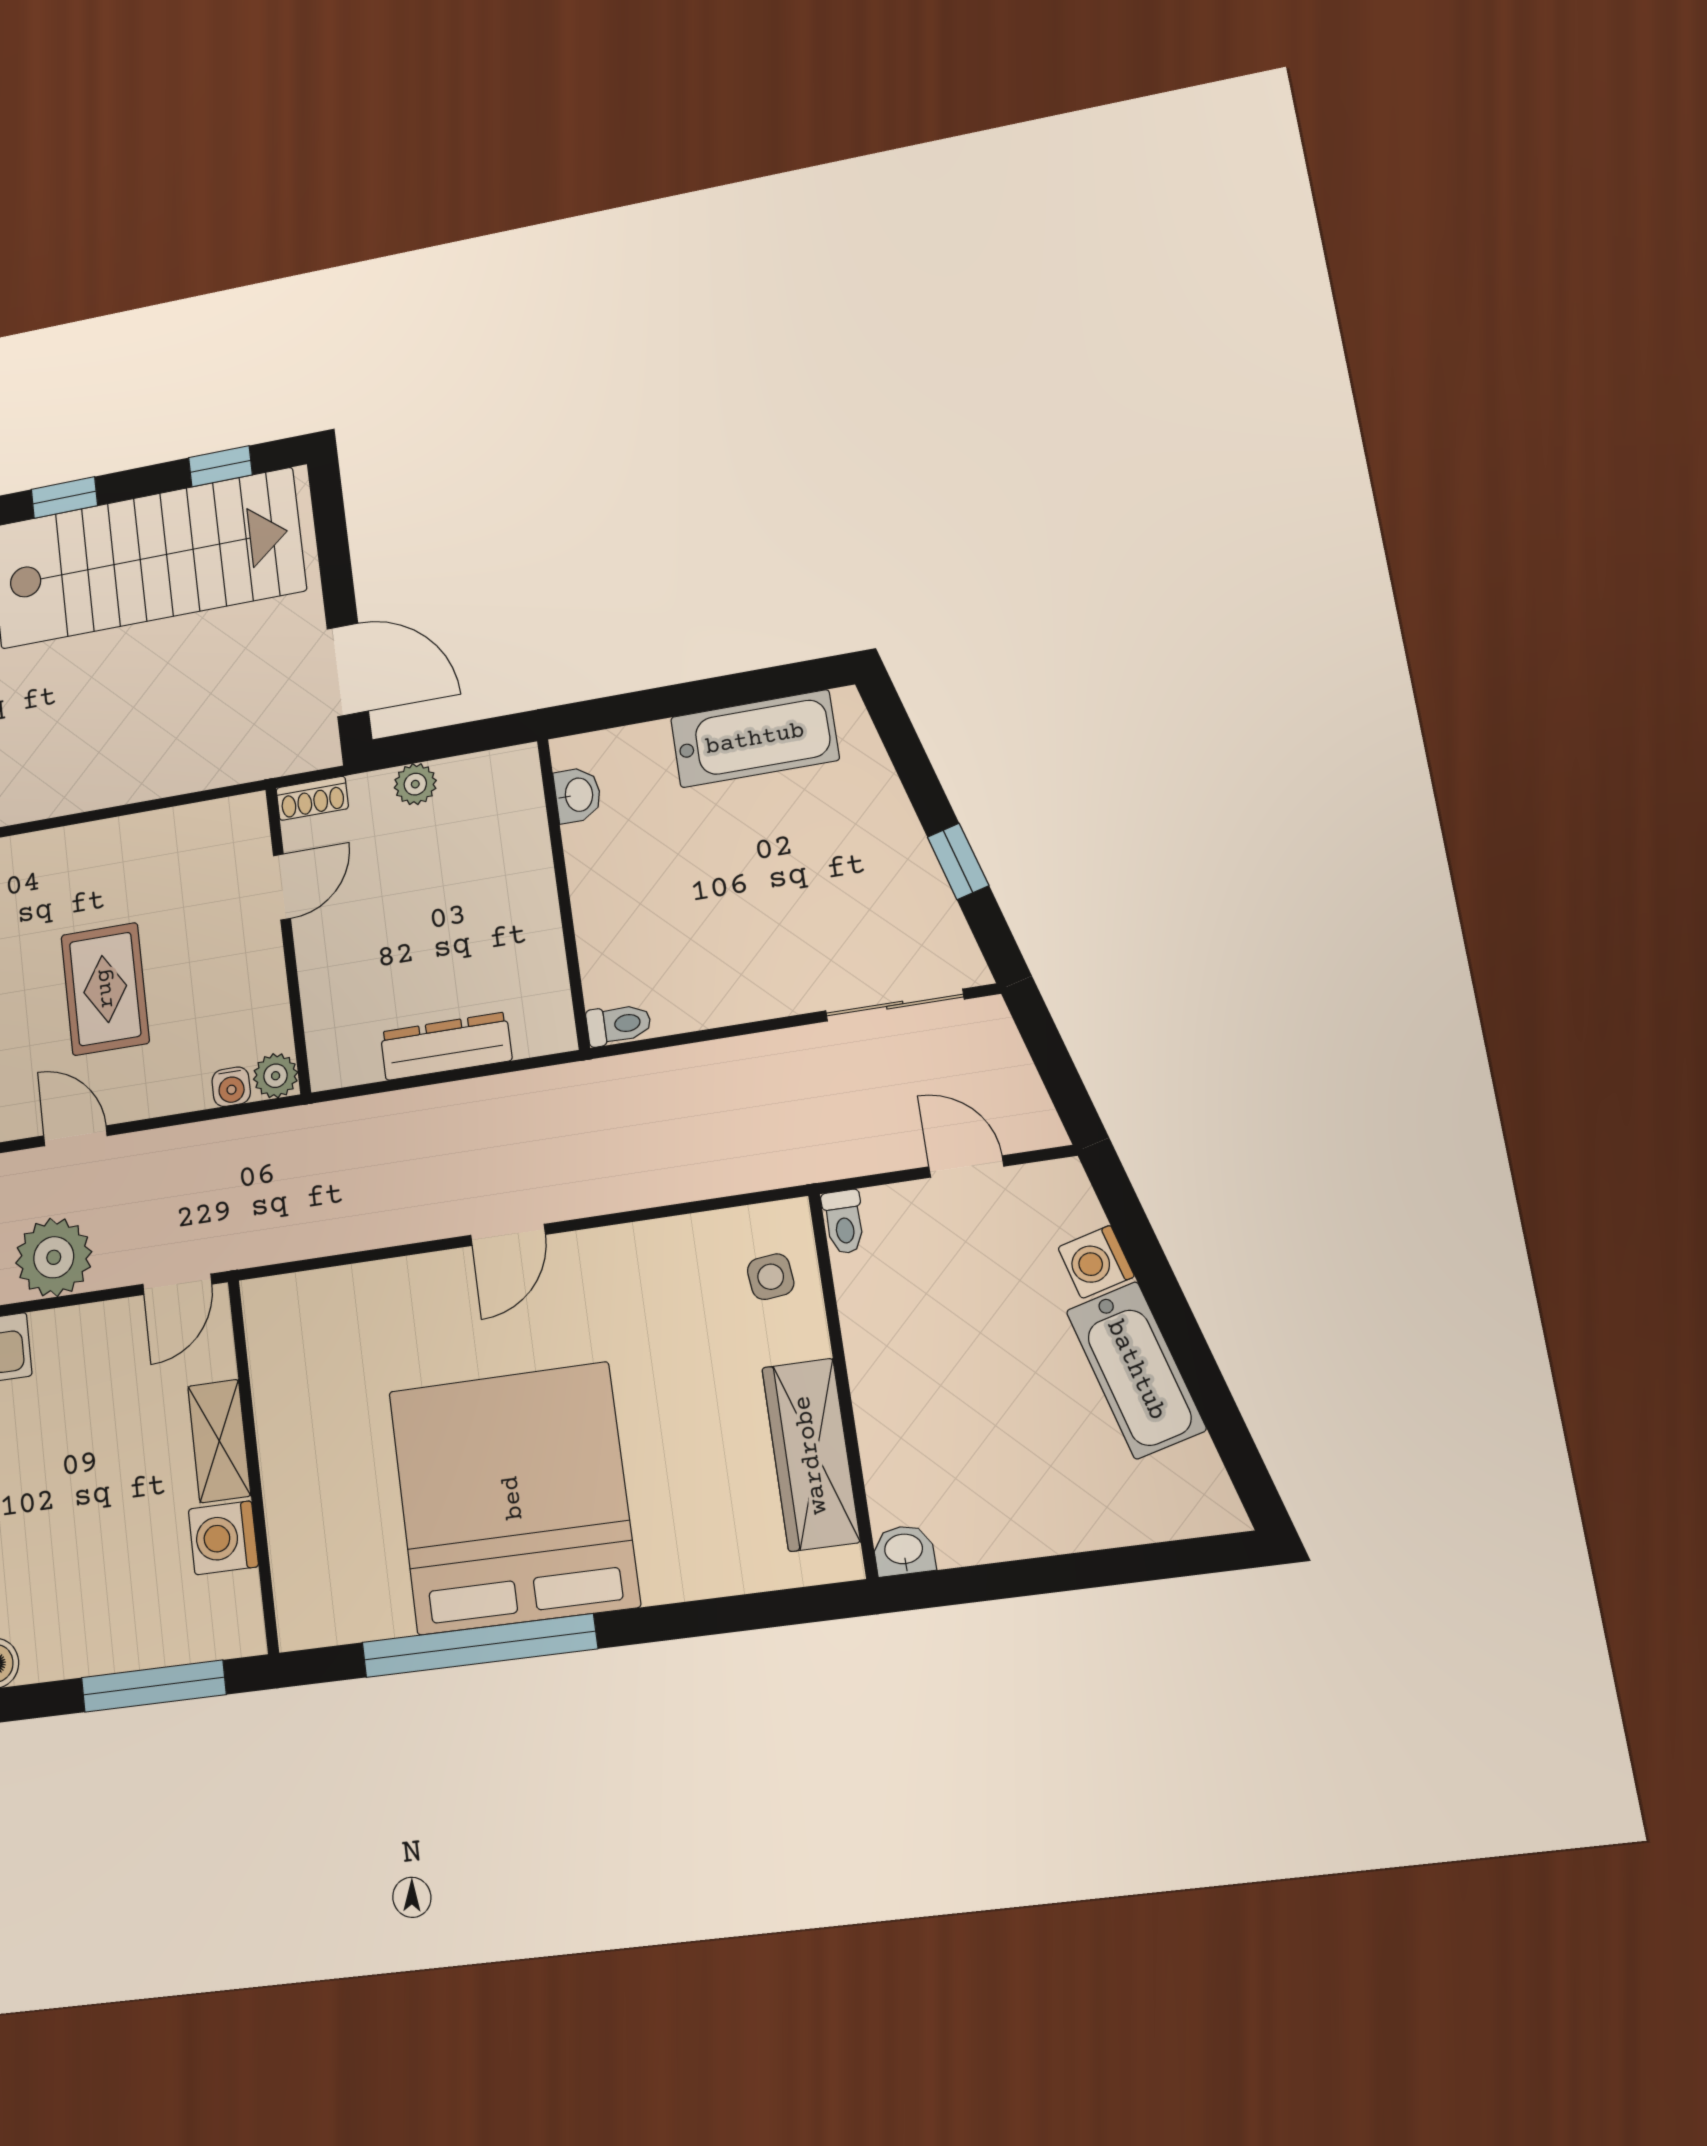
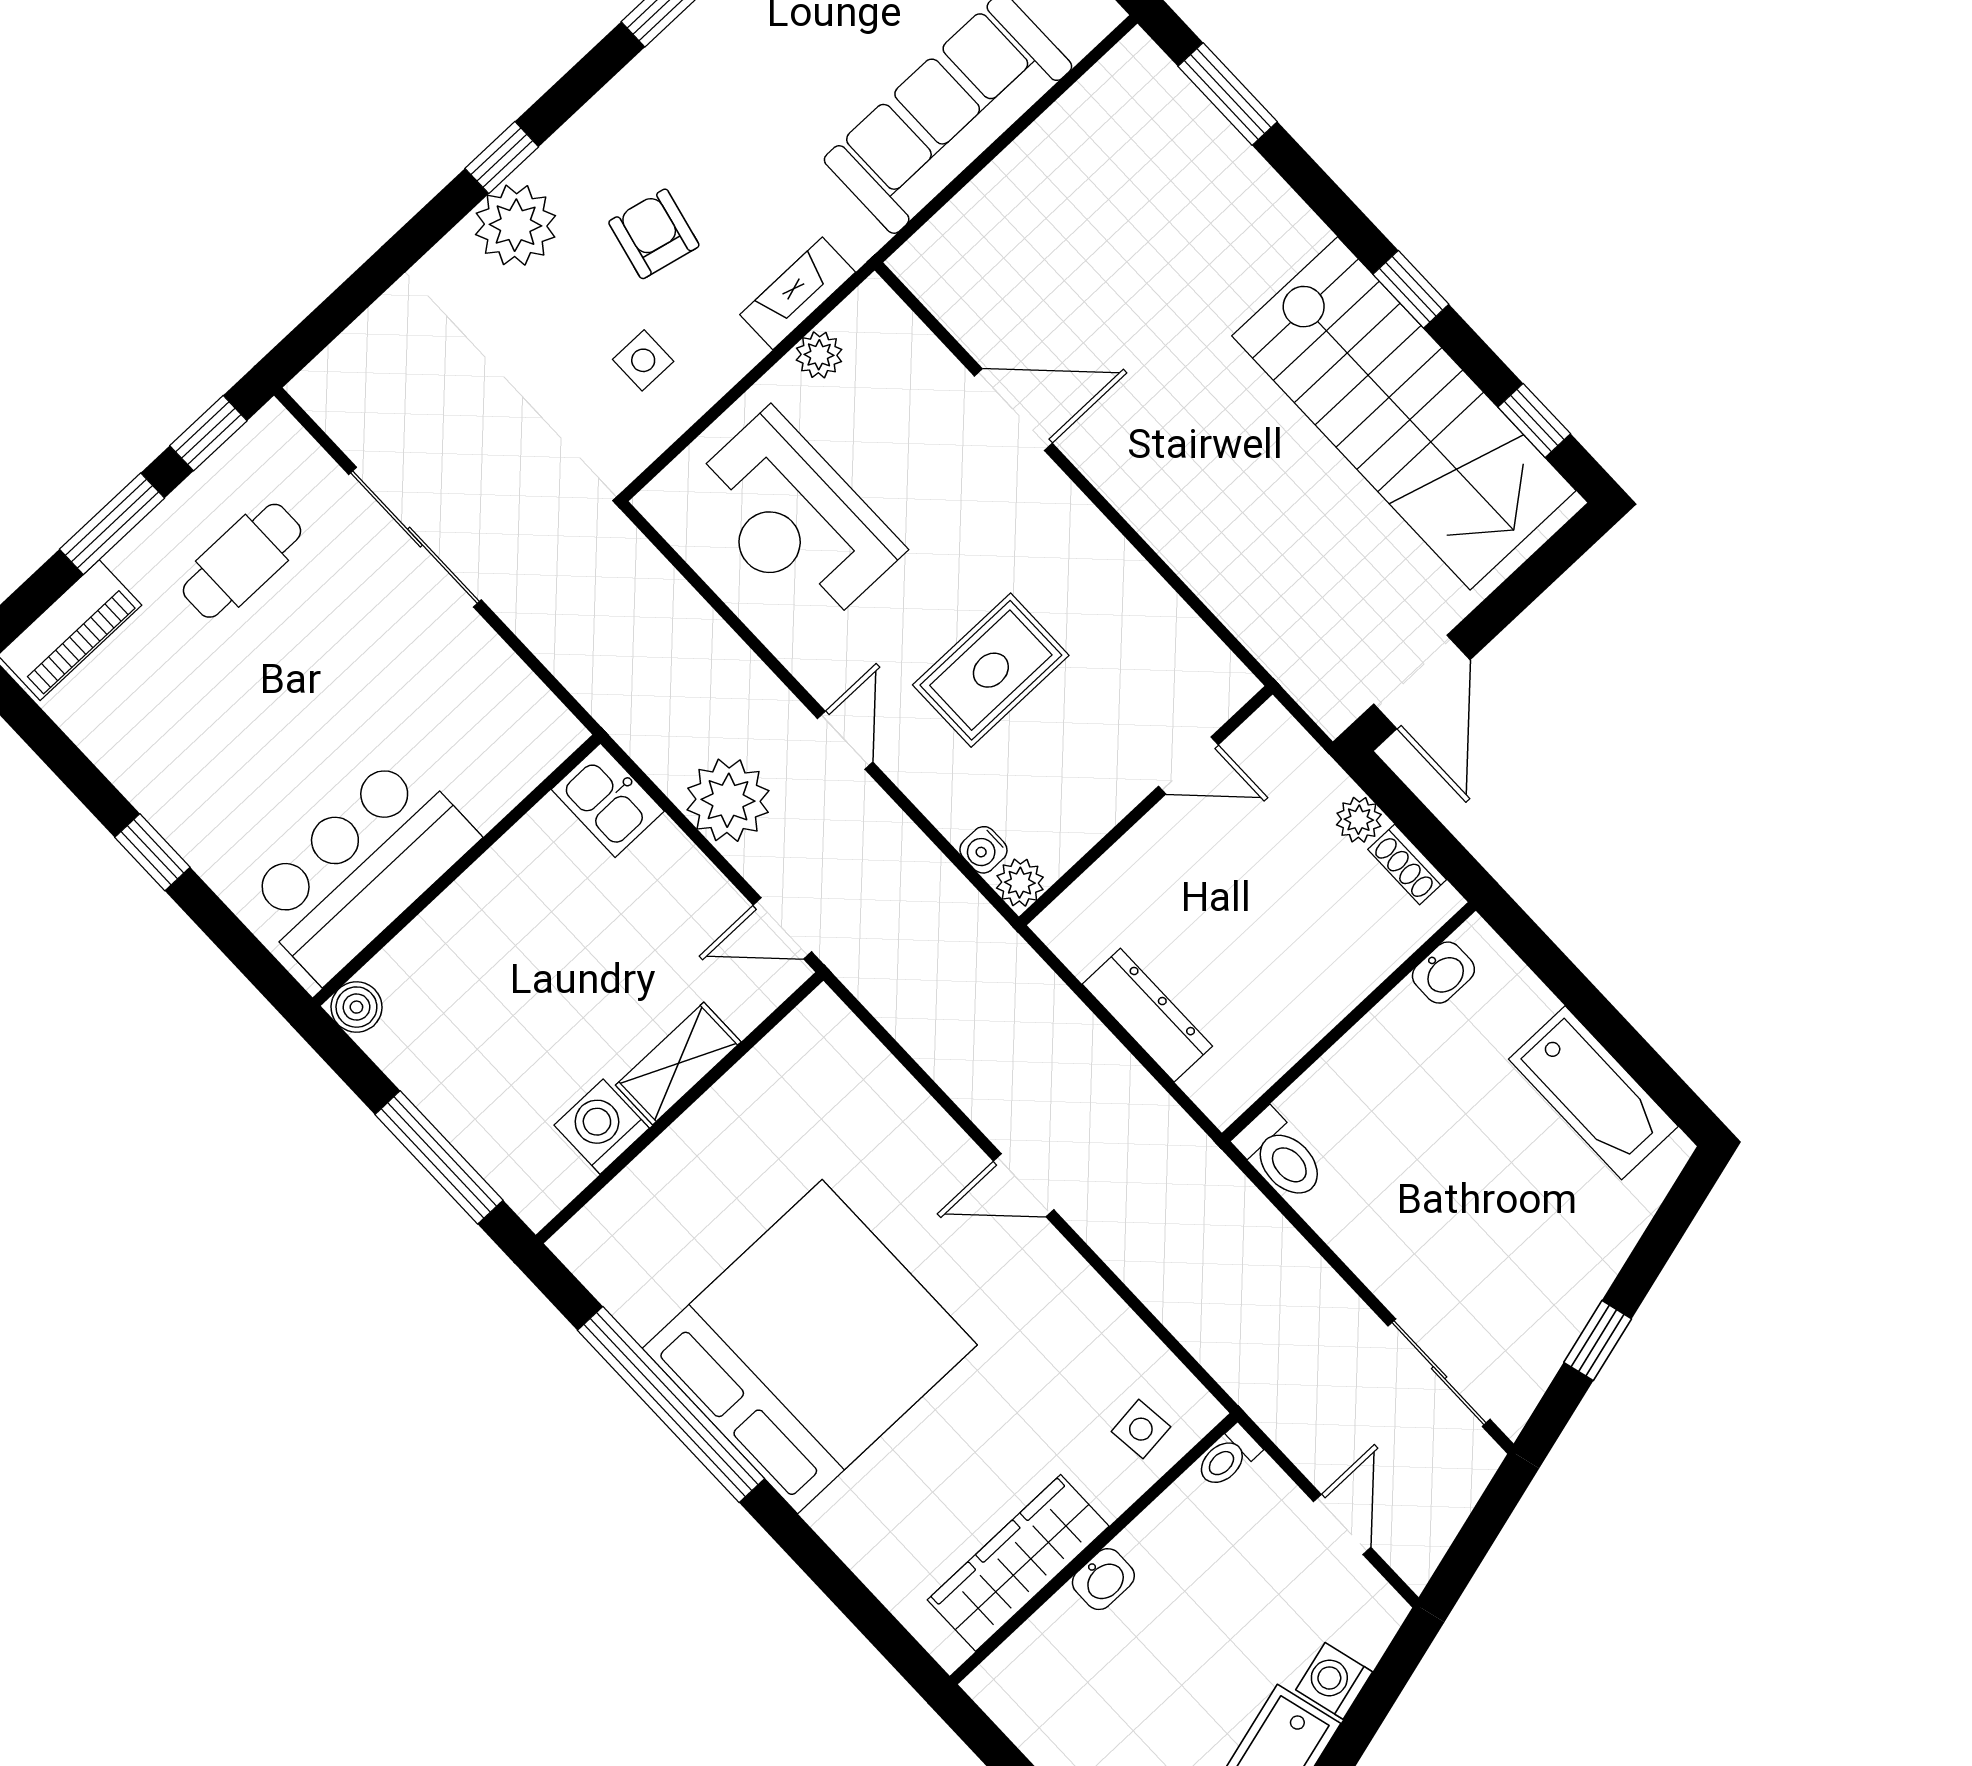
shoe rack: (312, 798) -> (1407, 864), moved
toilet: (619, 1024) -> (1281, 1156), width x1.37, depth x1.39
washbasin: (904, 1550) -> (1103, 1579), moved, turned 90

